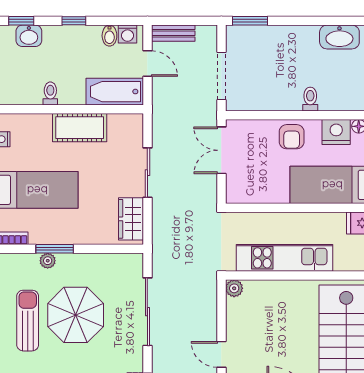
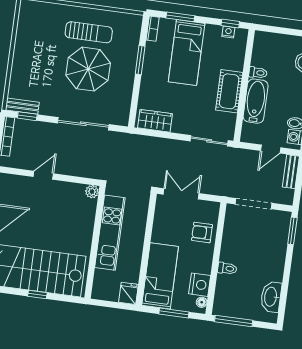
bathtub: (115, 92) -> (256, 101), moved
armchair: (292, 137) -> (202, 232), moved
double door: (221, 150) -> (181, 194), moved
sliding door: (147, 173) -> (209, 141), moved
plant: (48, 261) -> (132, 54), removed

